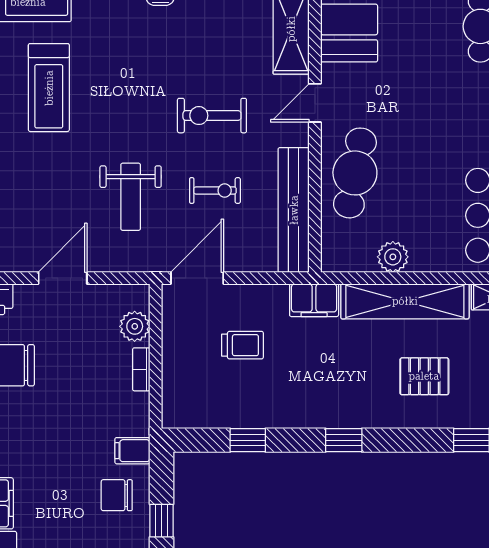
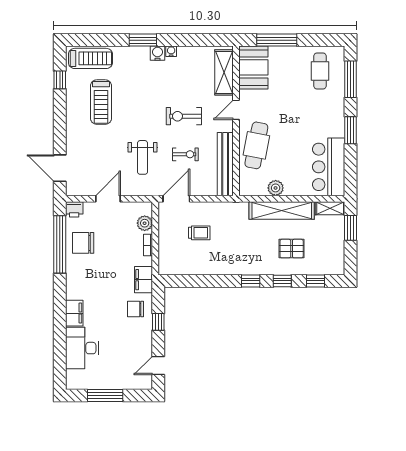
filing cabinet: (314, 300) -> (236, 210), removed
window: (248, 440) -> (282, 281), moved
filing cabinet: (132, 451) -> (143, 280), width x2.00

